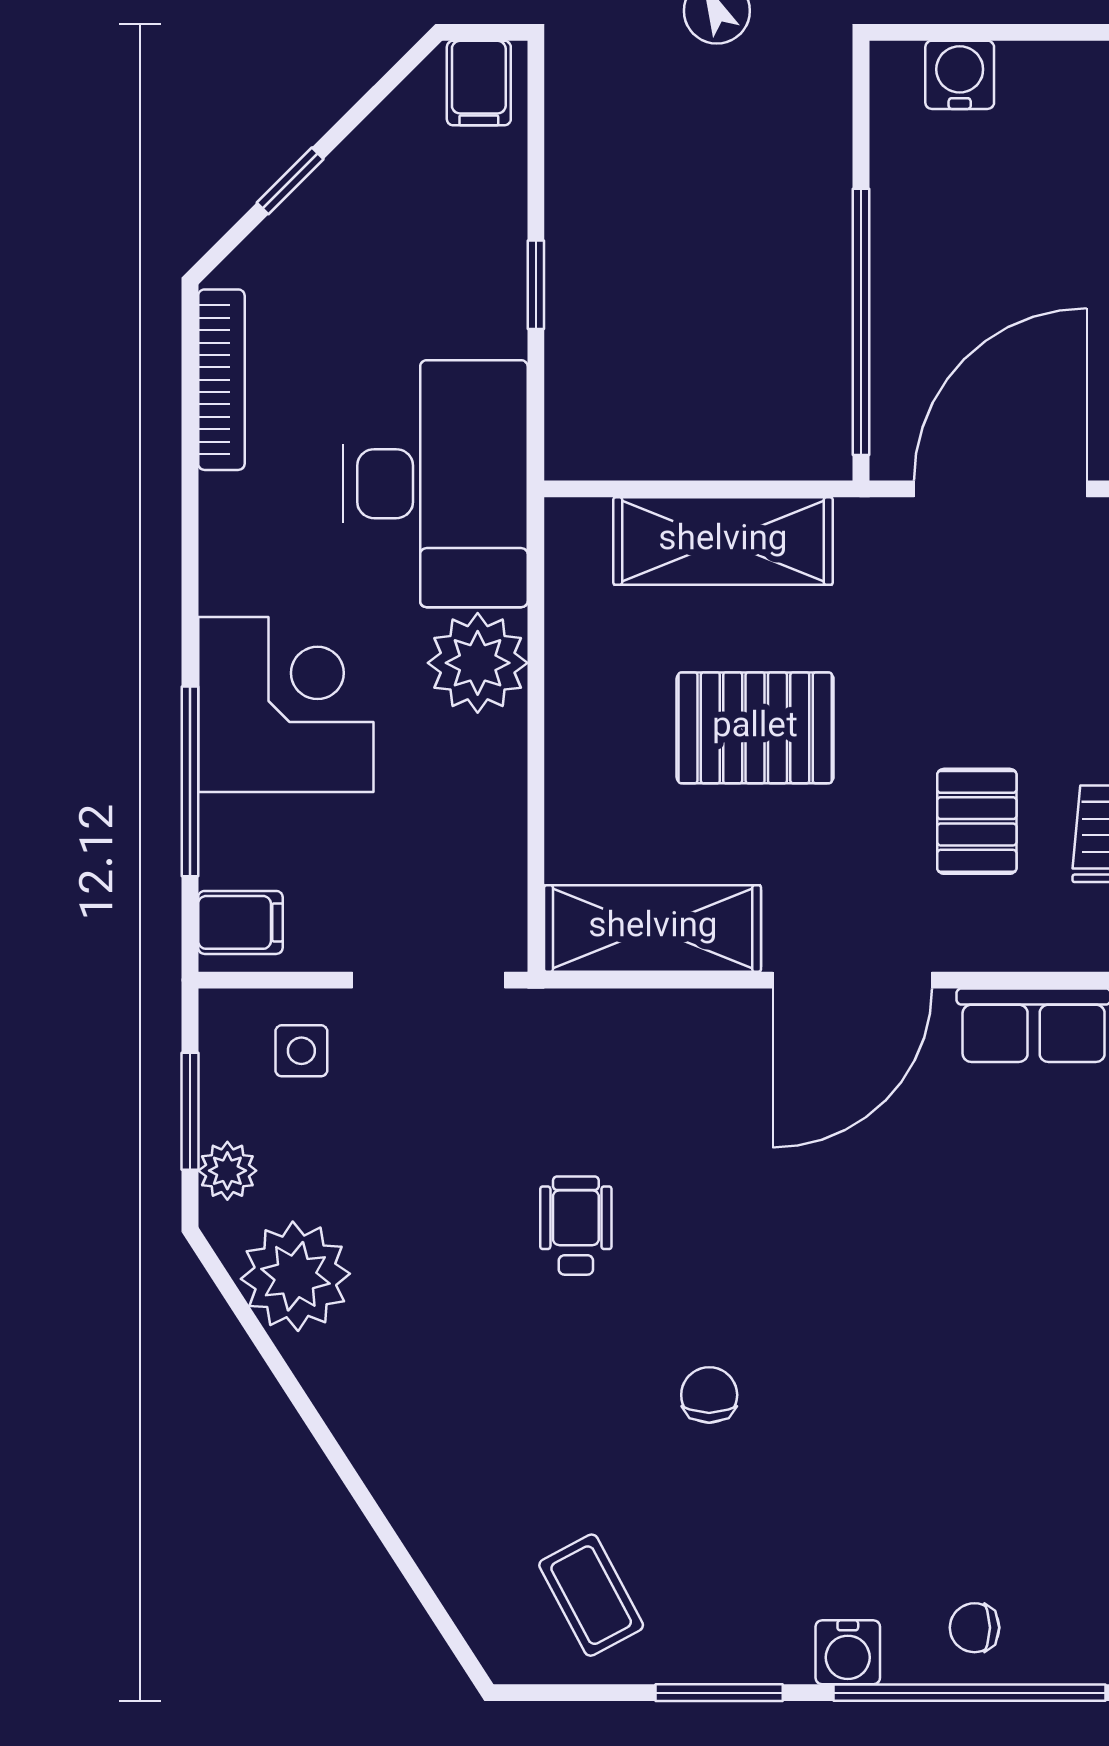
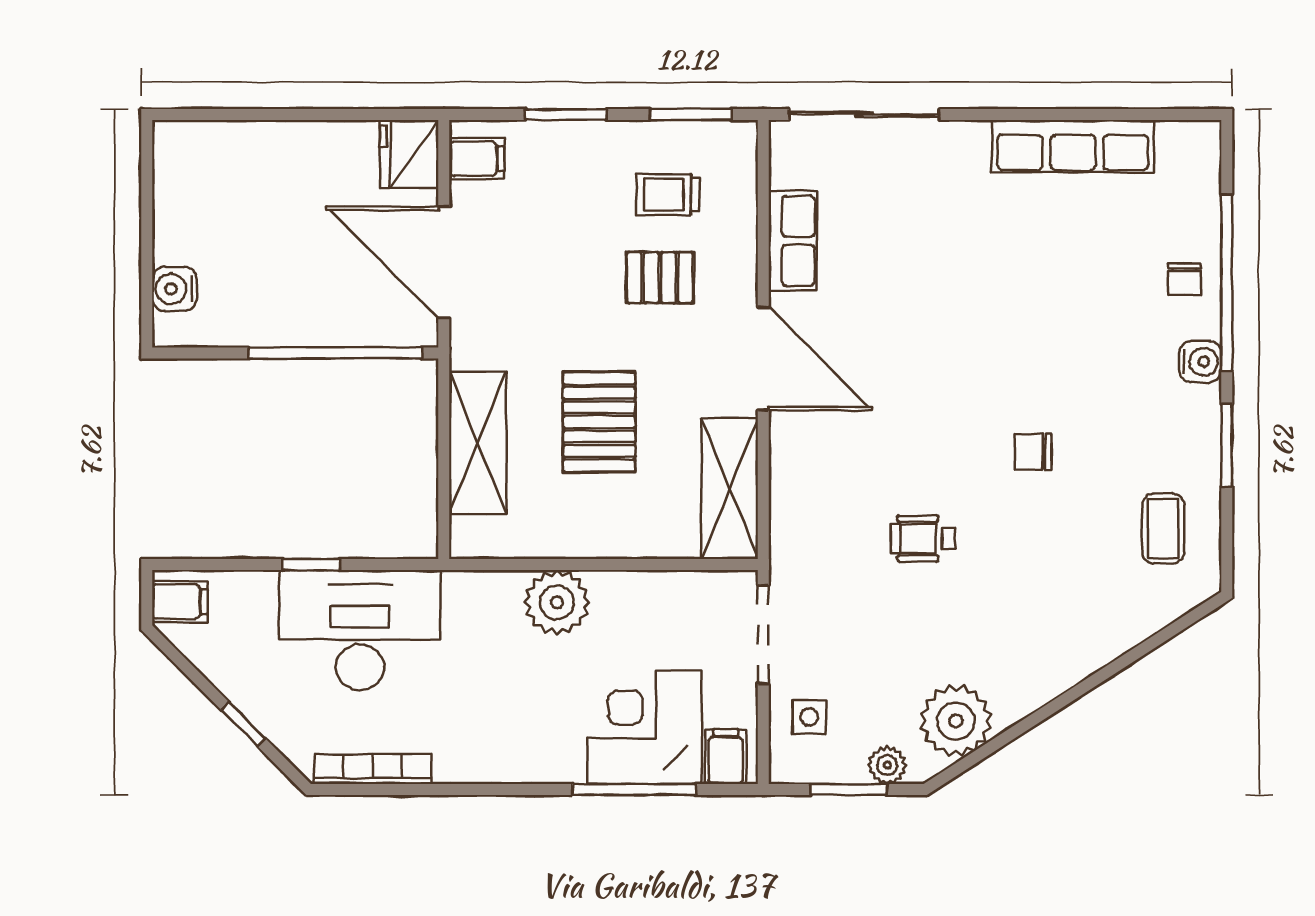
desk: (435, 484) -> (360, 630), moved
corner desk: (286, 704) -> (645, 727), moved
coffee table: (591, 1595) -> (1163, 529), turned -62

